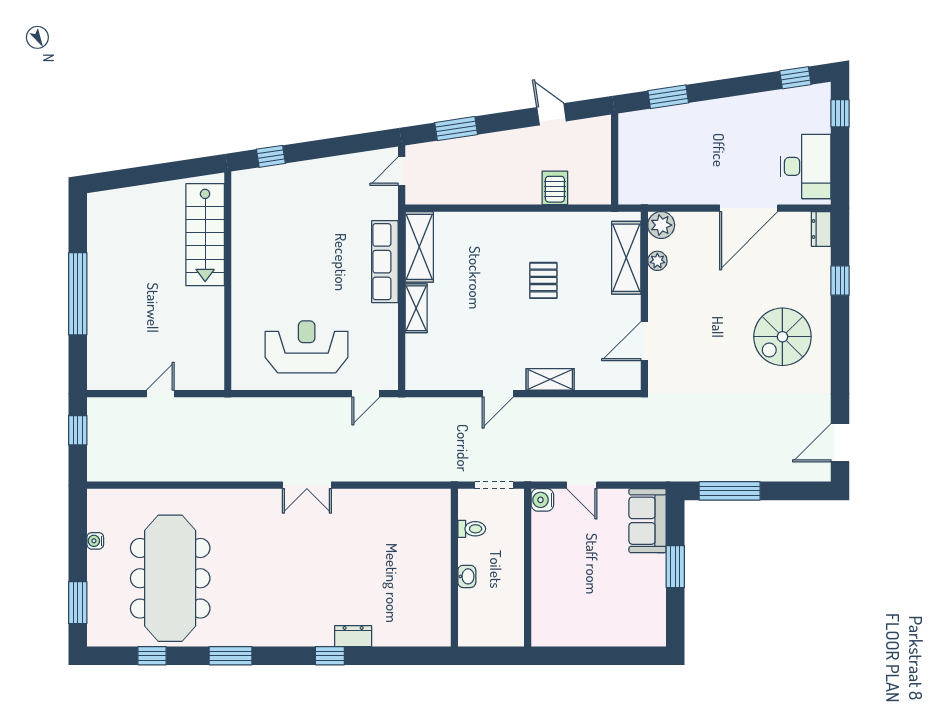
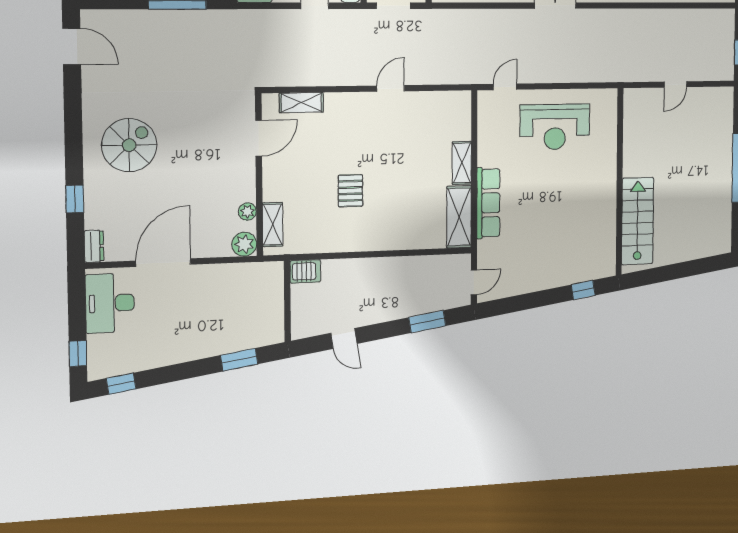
server rack: (555, 188) -> (305, 271), moved, turned -90
shelving: (626, 258) -> (273, 225), width x0.67, depth x0.75
shelving: (550, 379) -> (301, 103), moved
door: (840, 443) -> (72, 46), hinge flipped

